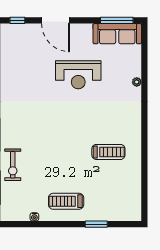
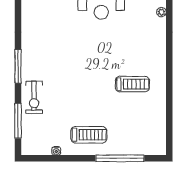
treadmill: (66, 201) -> (89, 135), turned 180
window: (96, 224) -> (120, 158), width x2.11

